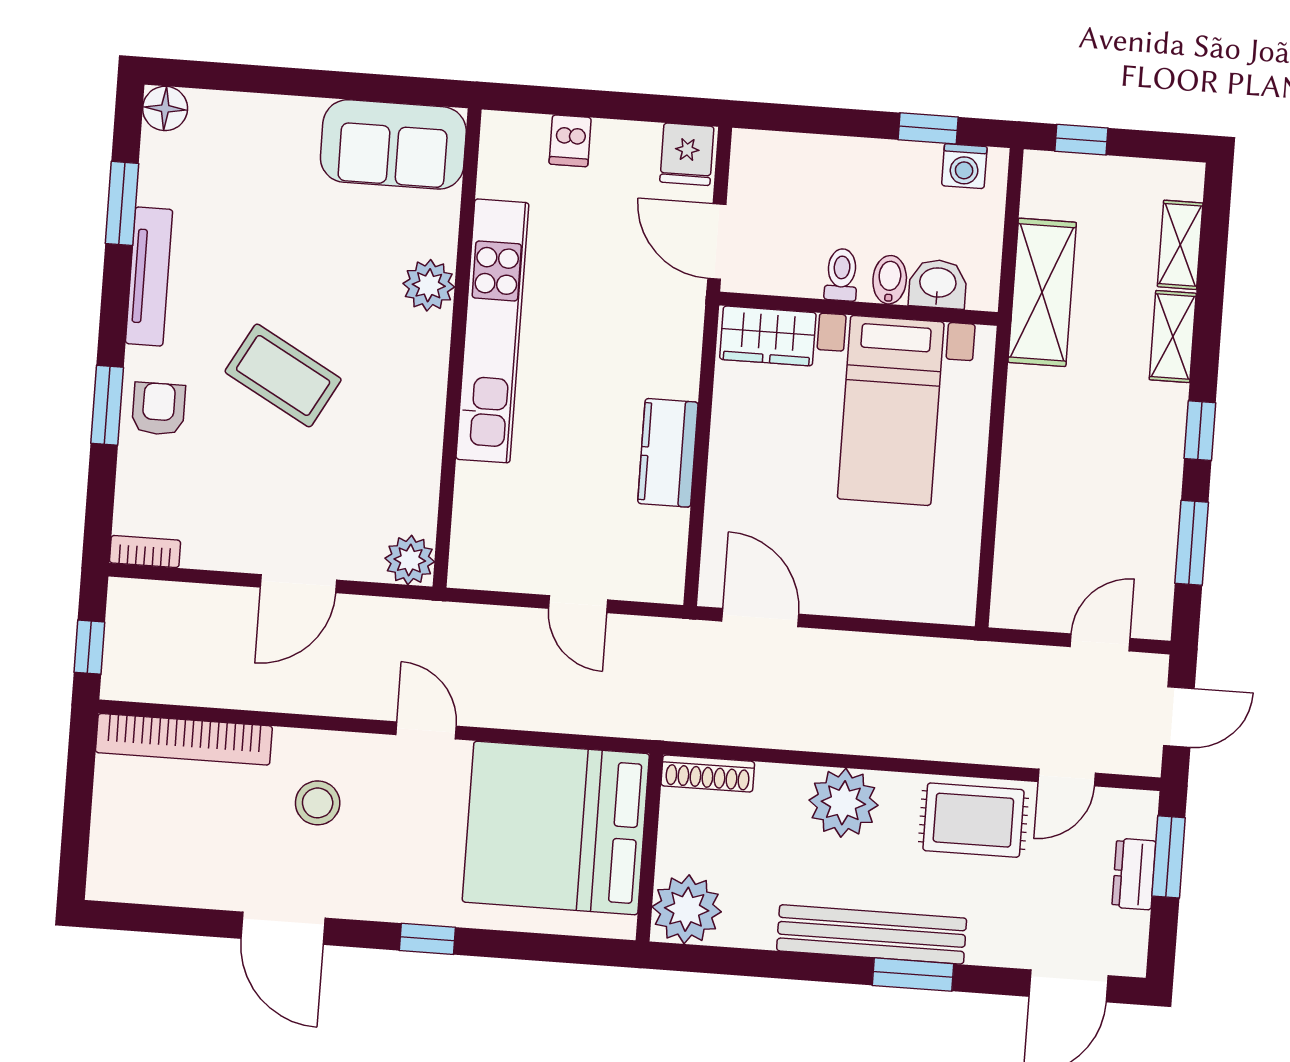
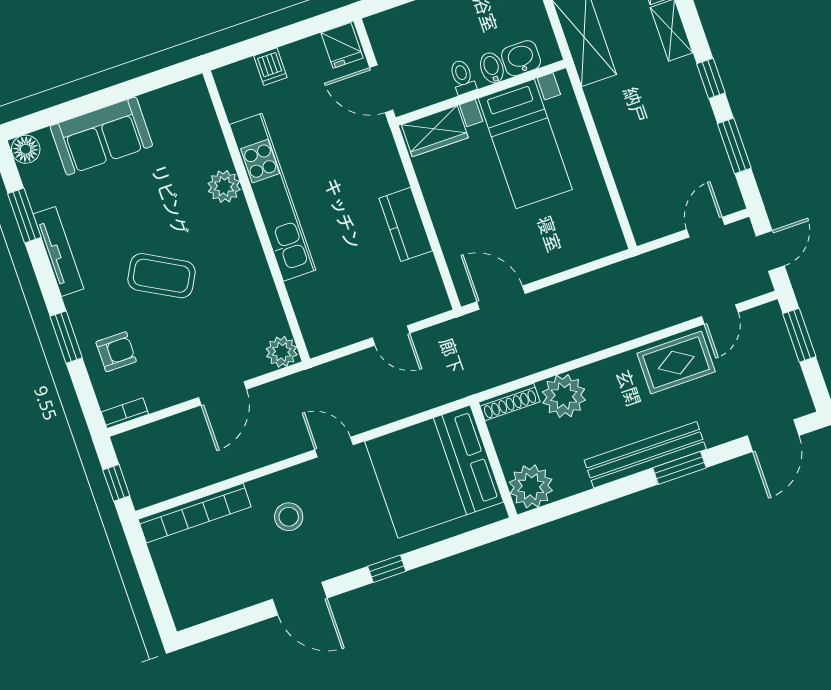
sofa: (393, 144) -> (101, 136), moved
armchair: (159, 409) -> (116, 352), moved, turned 90
plant: (843, 803) -> (564, 396), moved
dresser: (1134, 874) -> (783, 354), removed

